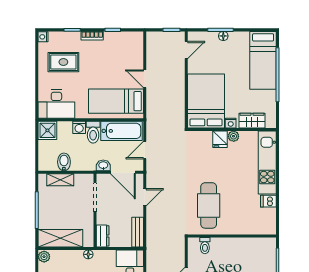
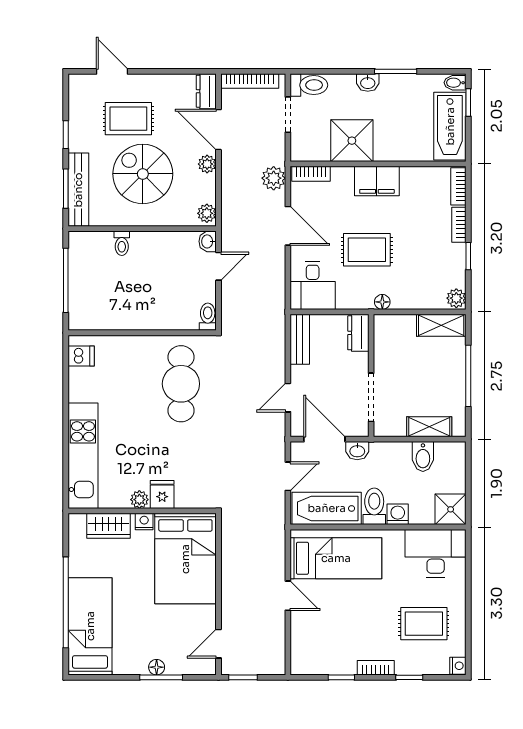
dishwasher: (268, 201) -> (81, 356), moved
shelving: (60, 238) -> (441, 325), width x0.67, depth x0.75
toilet: (205, 246) -> (208, 317), moved

